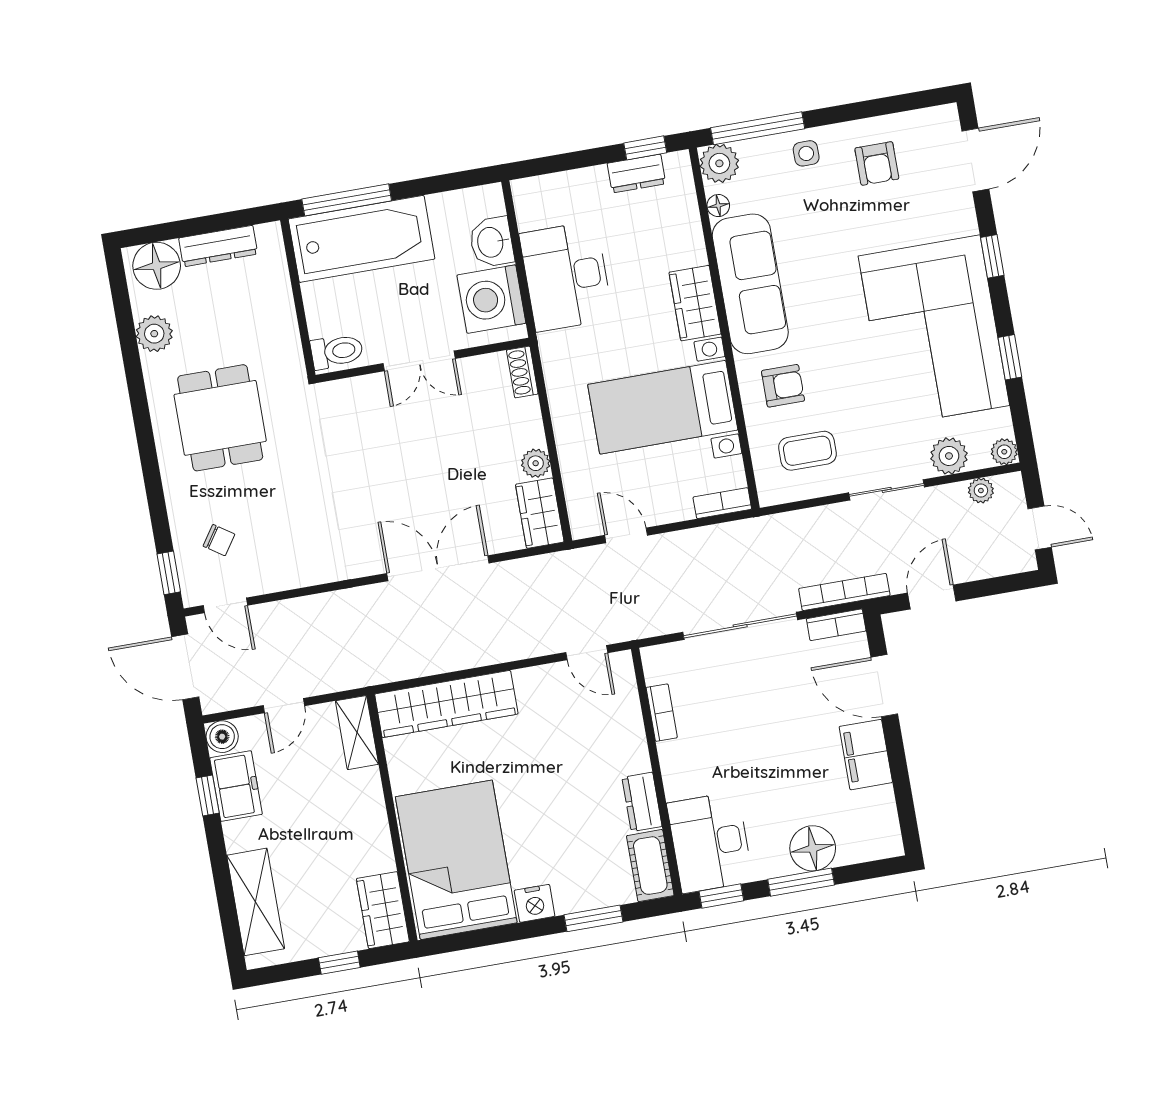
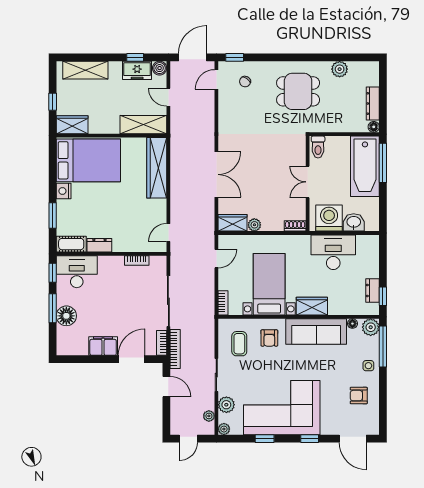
floor lamp: (157, 266) -> (374, 127), moved, width x0.53, depth x0.53
shelving: (357, 733) -> (143, 125), width x1.50, depth x1.33

